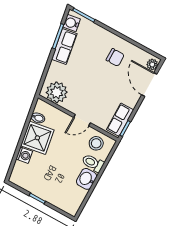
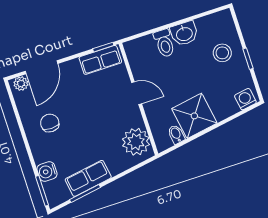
water cooler: (72, 23) -> (47, 171), moved, turned 99
stool: (96, 143) -> (222, 53), moved
washing machine: (24, 155) -> (245, 99), moved

